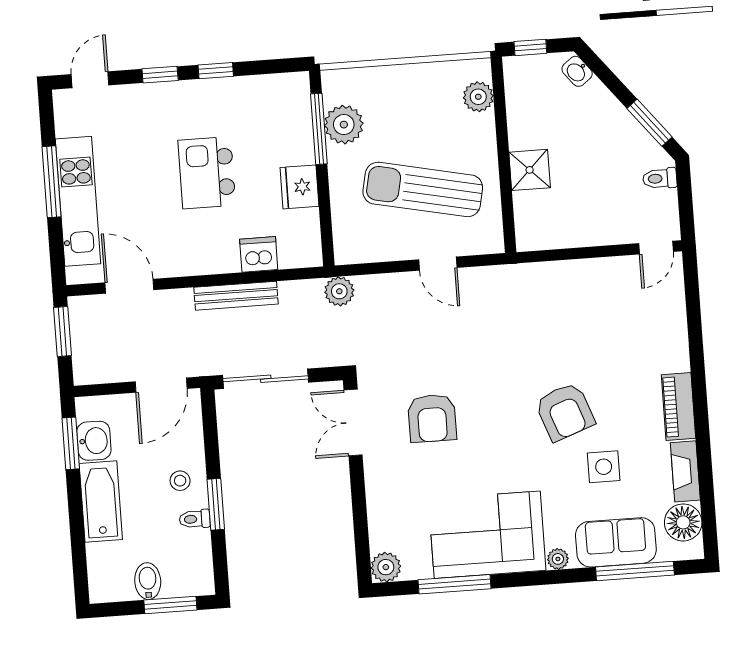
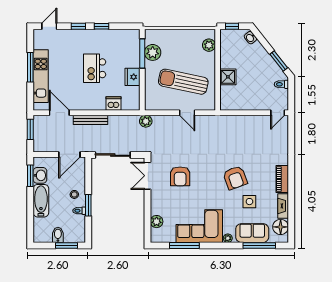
bench: (236, 296) -> (90, 120), moved
plant: (386, 567) -> (157, 222), moved

